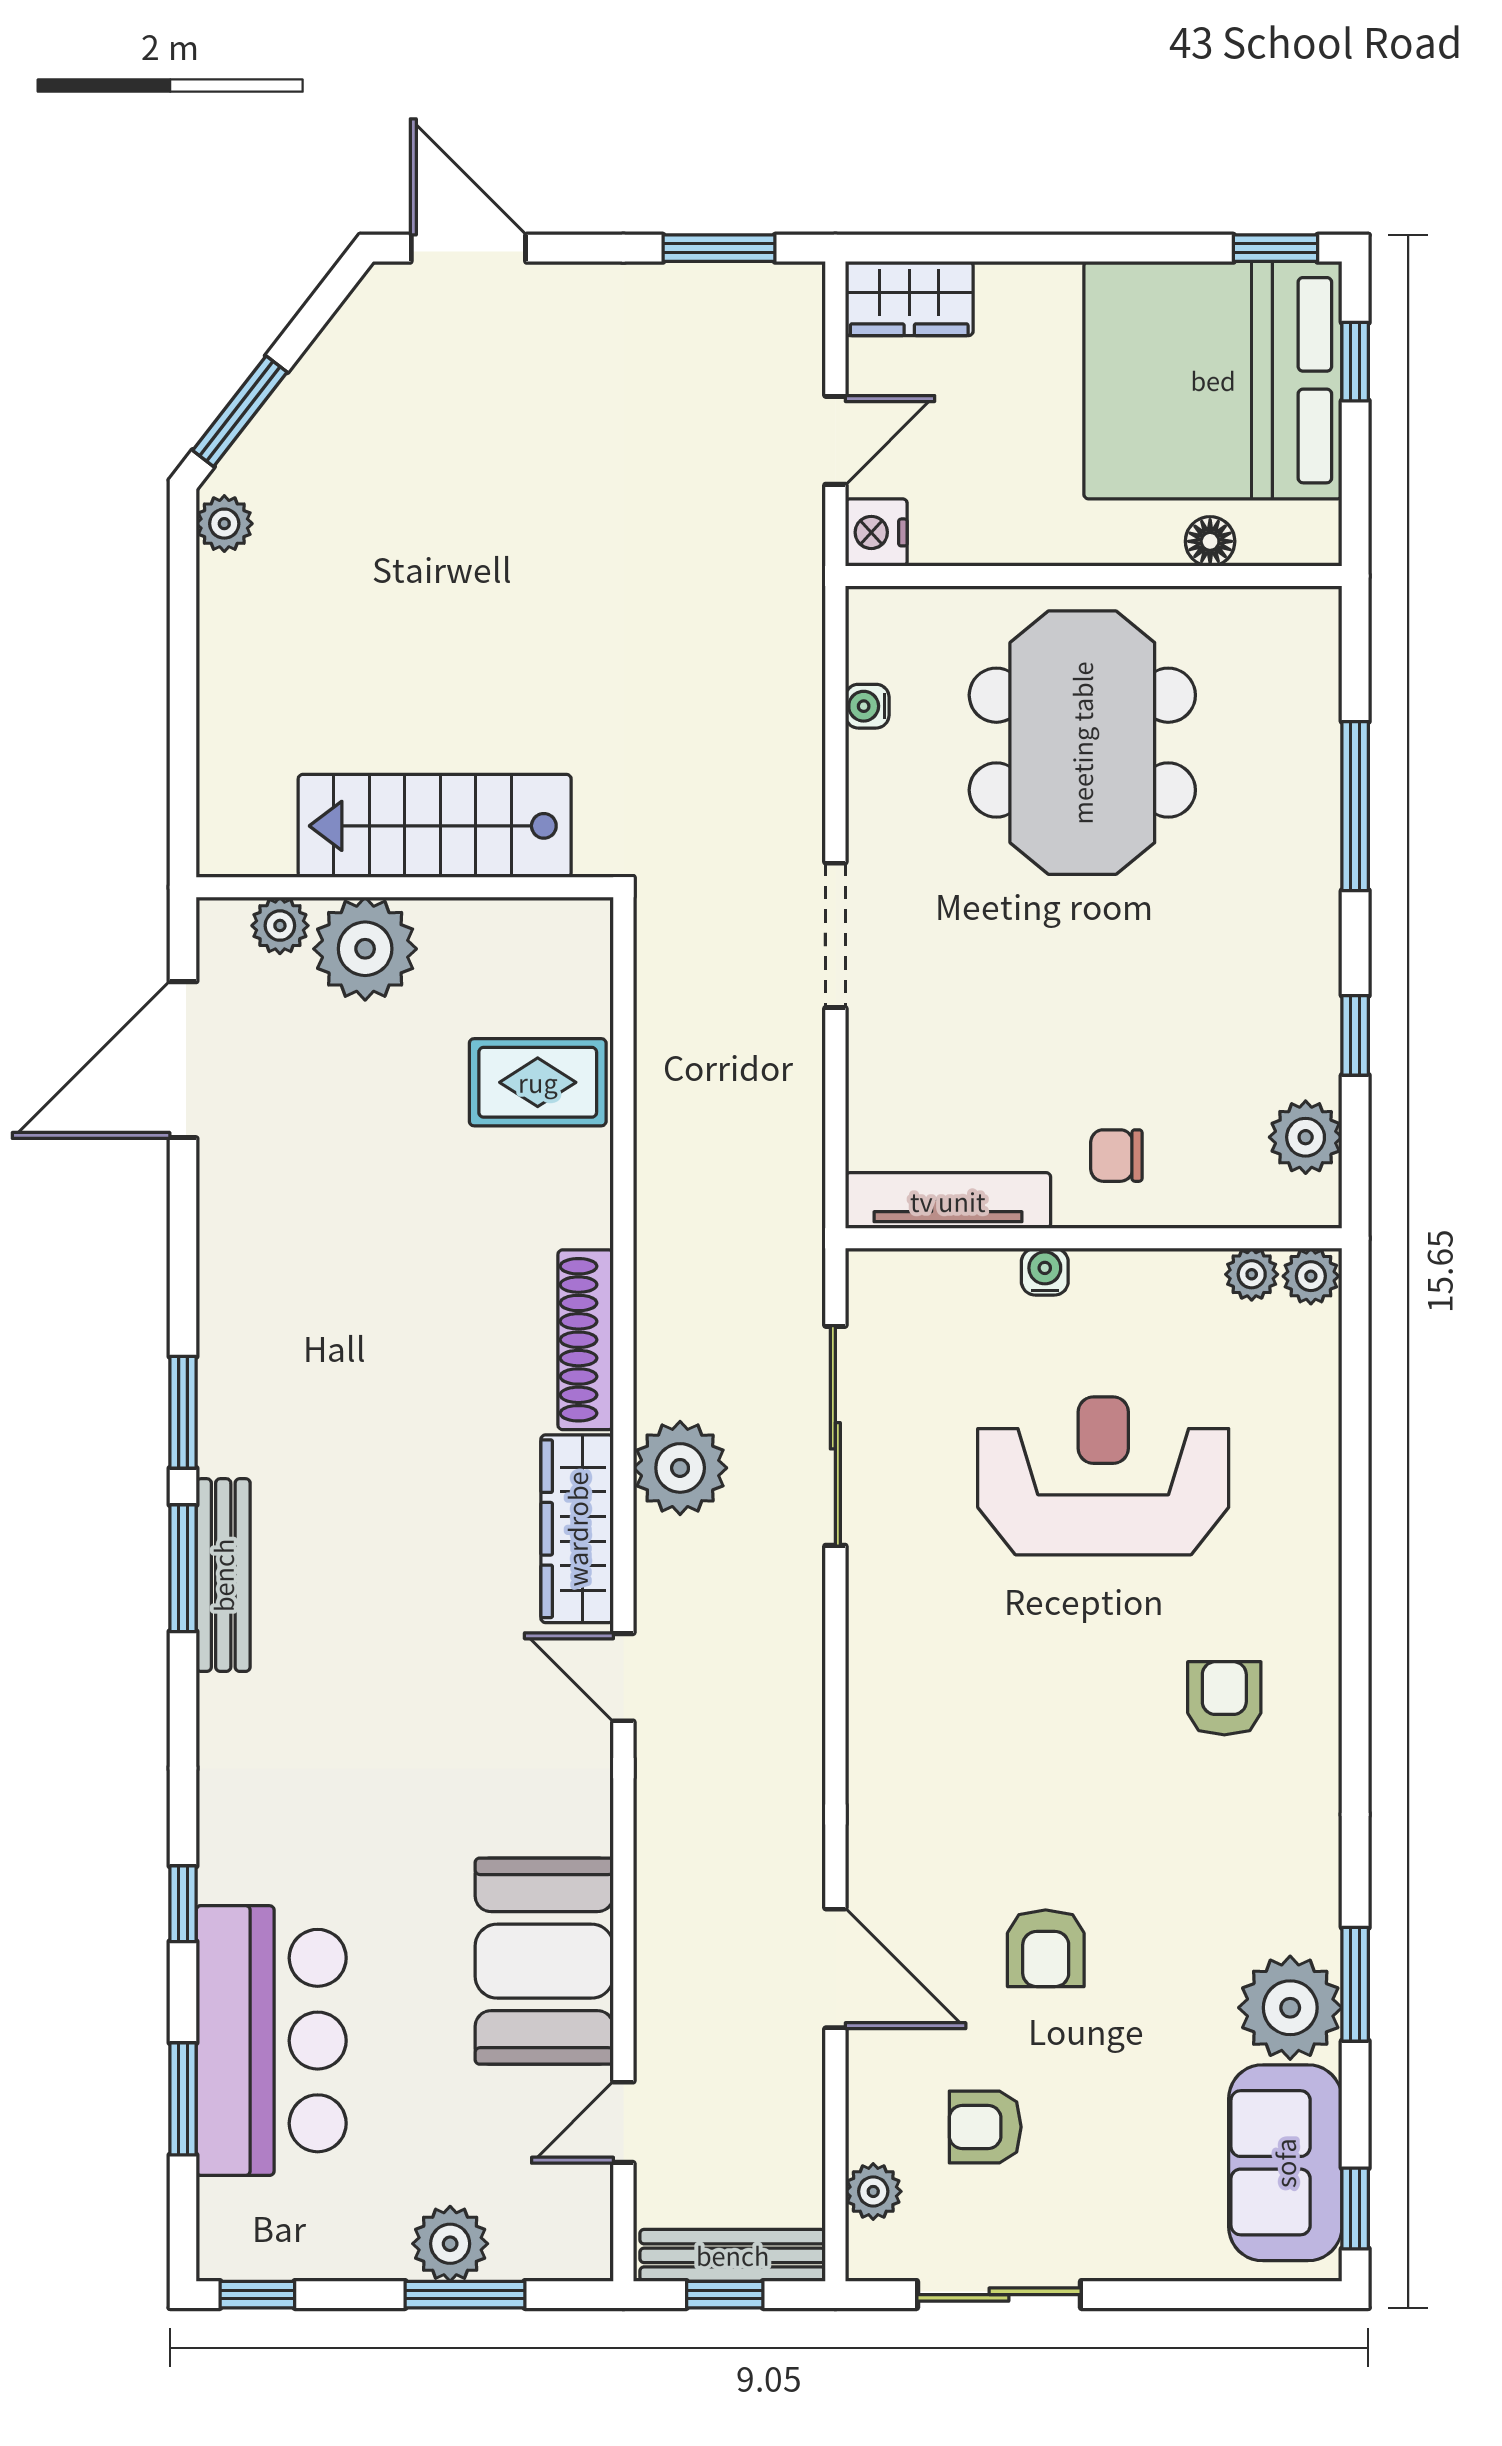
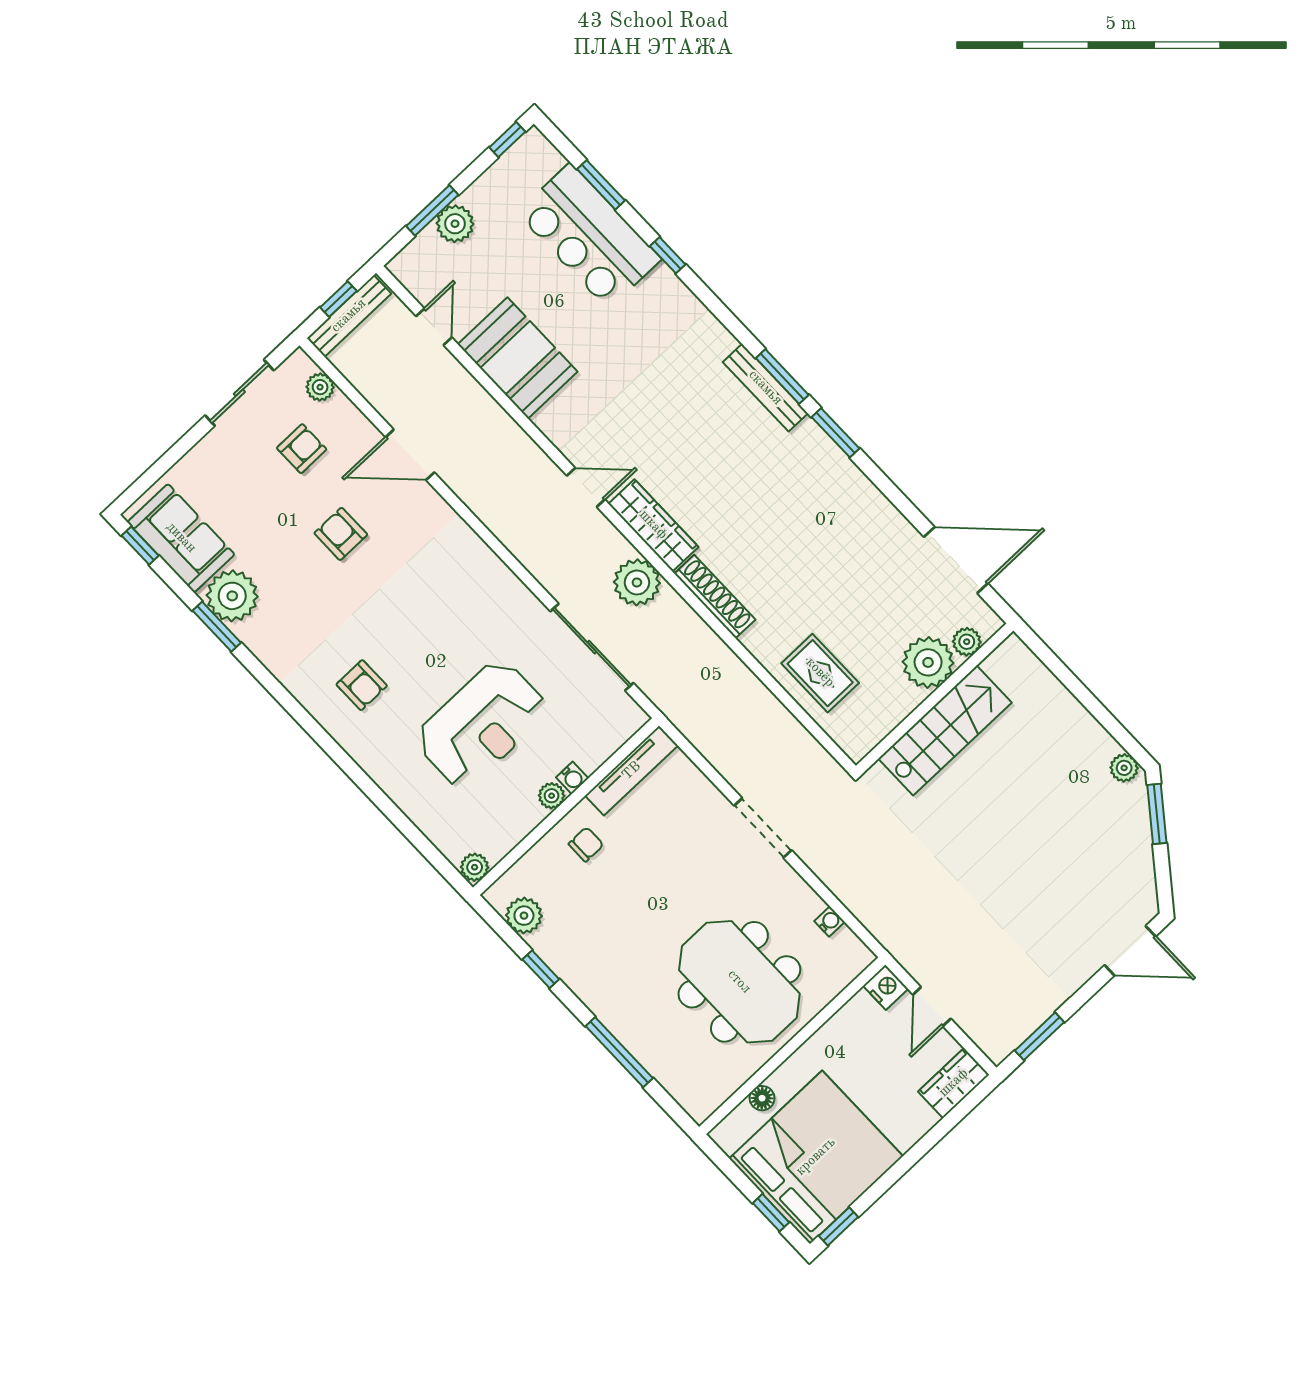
door: (183, 1060) -> (956, 560), hinge flipped
rug: (538, 1082) -> (820, 673), turned 90
plant: (1252, 1274) -> (552, 796), moved

